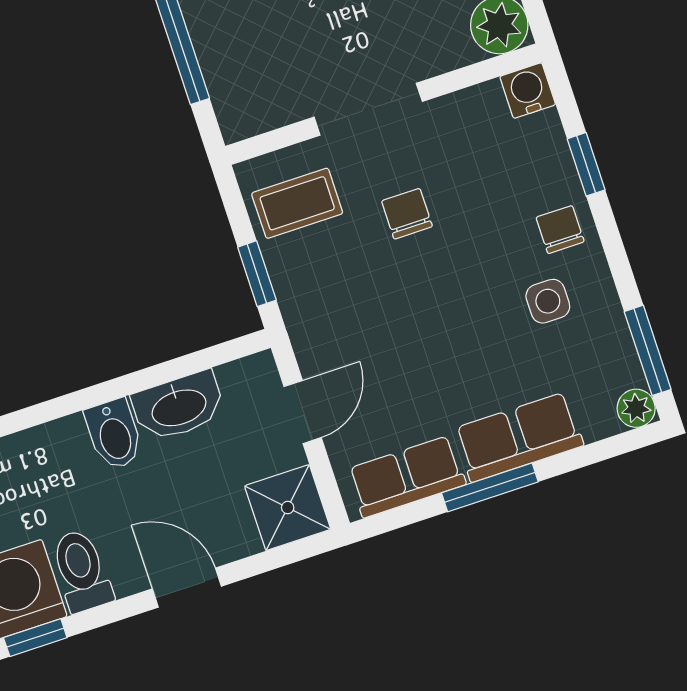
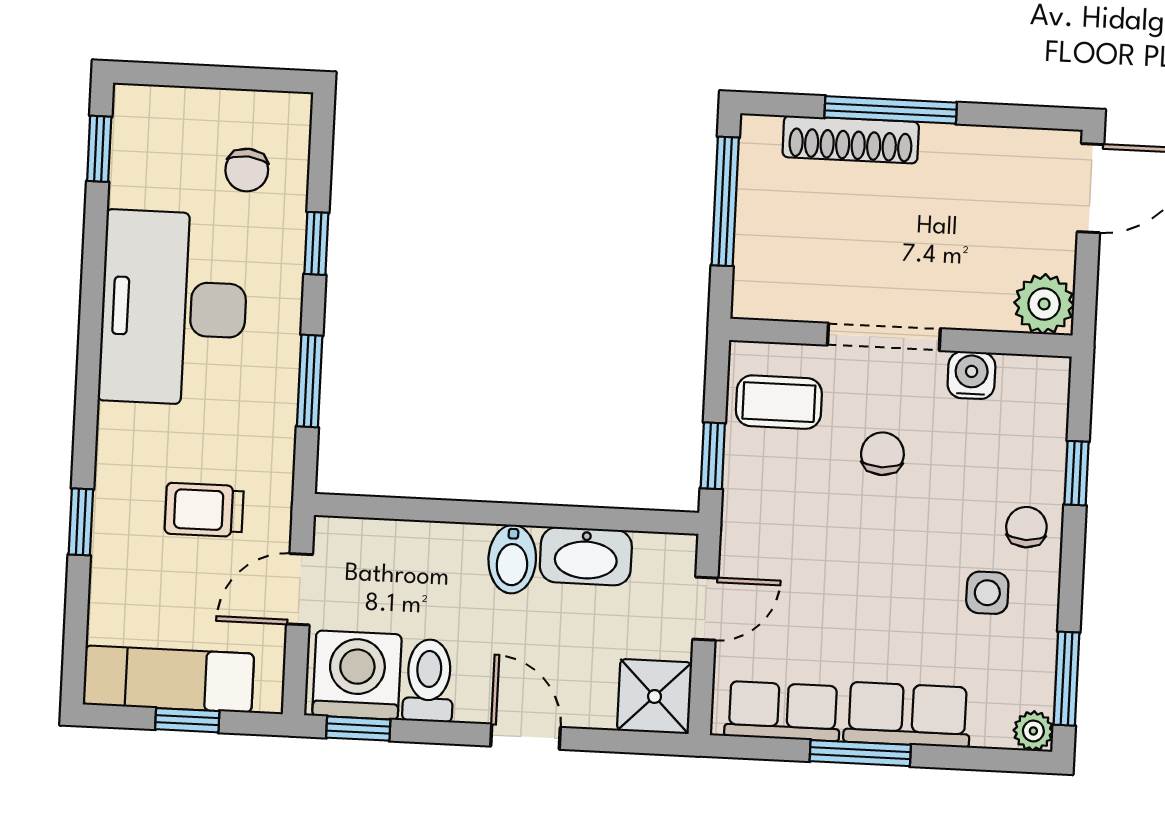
water cooler: (528, 91) -> (971, 375), moved

